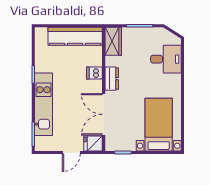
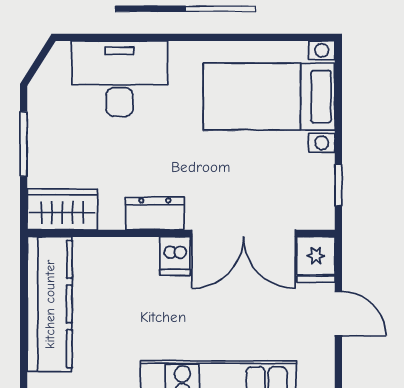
desk: (166, 59) -> (119, 79), width x1.37
dishwasher: (94, 73) -> (175, 256), moved

